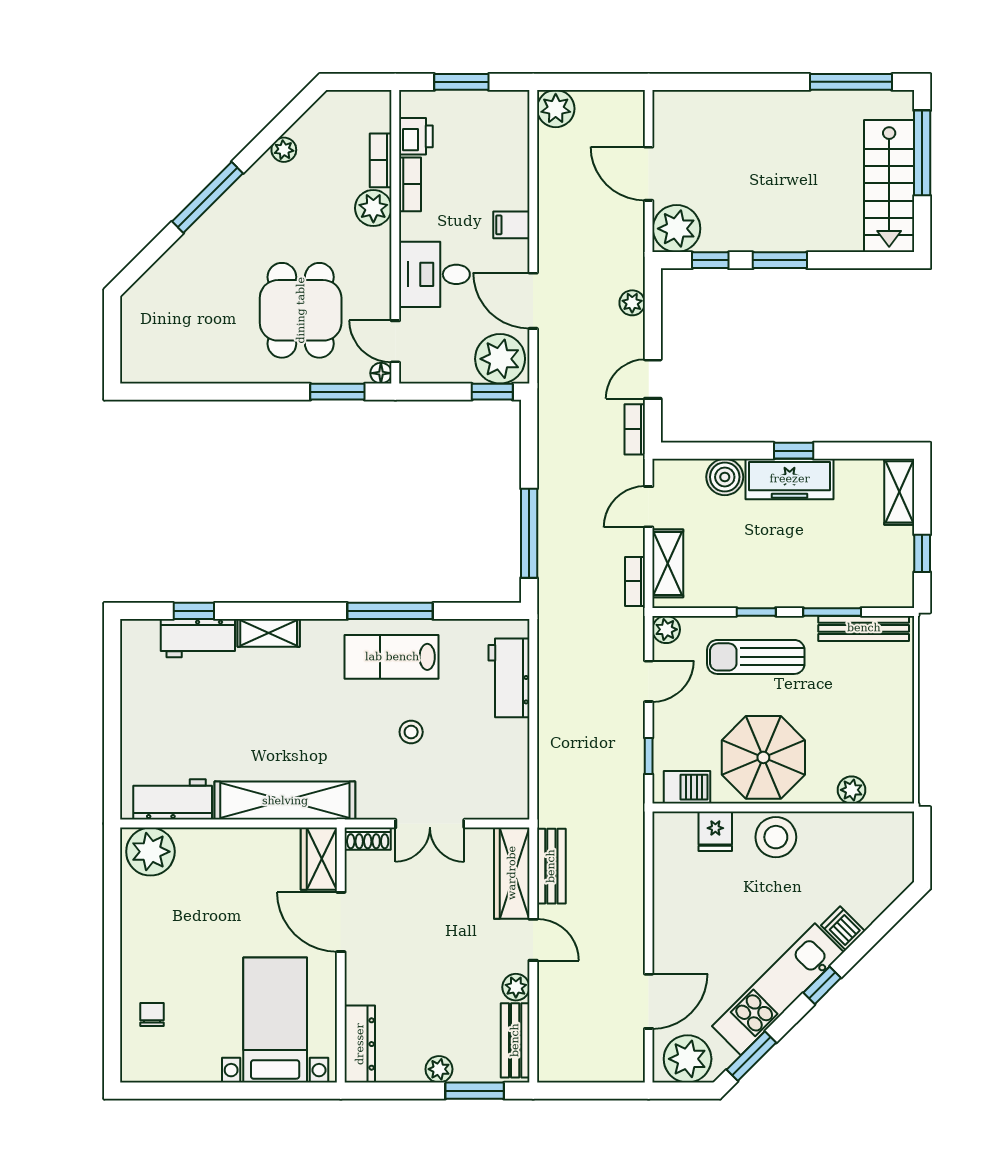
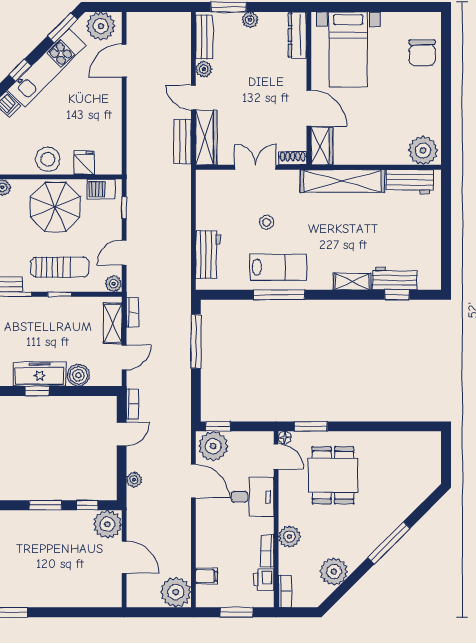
plant: (556, 109) -> (176, 592), width x1.36, depth x1.36
plant: (284, 150) -> (334, 572), width x1.88, depth x1.88
bookcase: (381, 160) -> (285, 591), moved
filing cabinet: (511, 225) -> (206, 576), moved
chair: (152, 1014) -> (422, 53), width x1.87, depth x1.87

